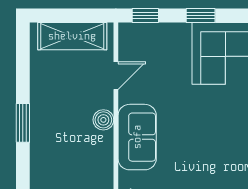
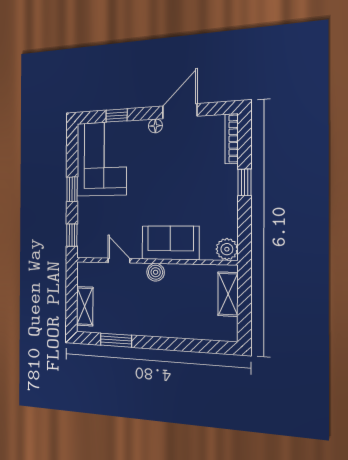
shelving: (72, 36) -> (85, 306), width x0.67, depth x0.75
window: (23, 123) -> (116, 340), moved

